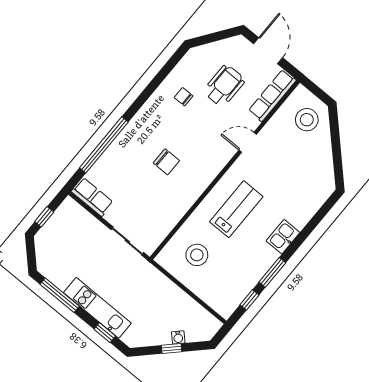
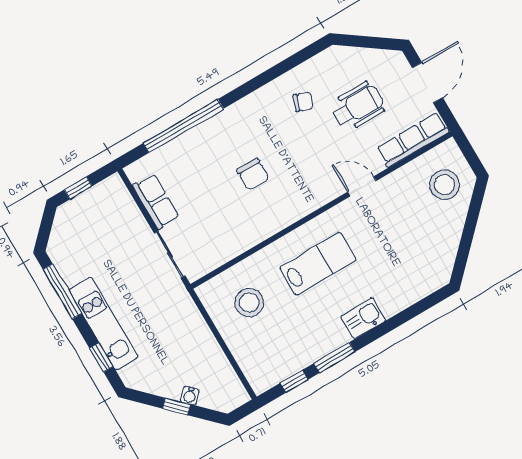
chair: (184, 97) -> (303, 102), turned 111
row of seats: (92, 197) -> (156, 201), moved

